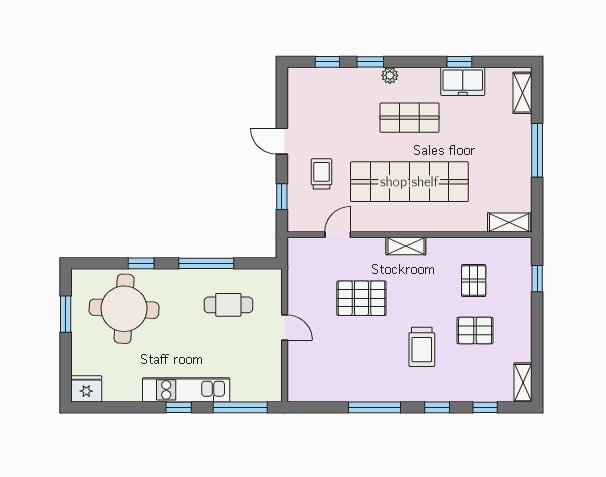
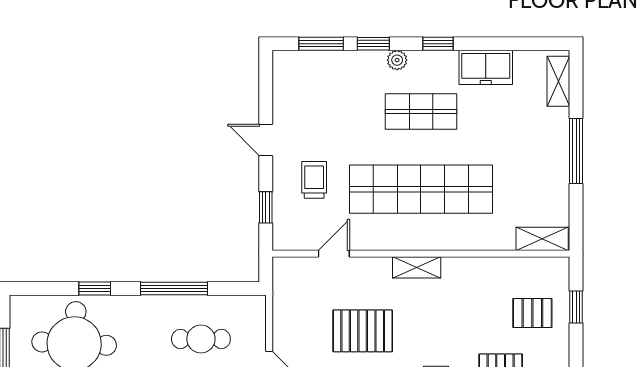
window: (327, 62) -> (321, 44), width x1.50
window: (459, 62) -> (438, 44), moved
pallet: (474, 280) -> (532, 313), moved, turned 90

